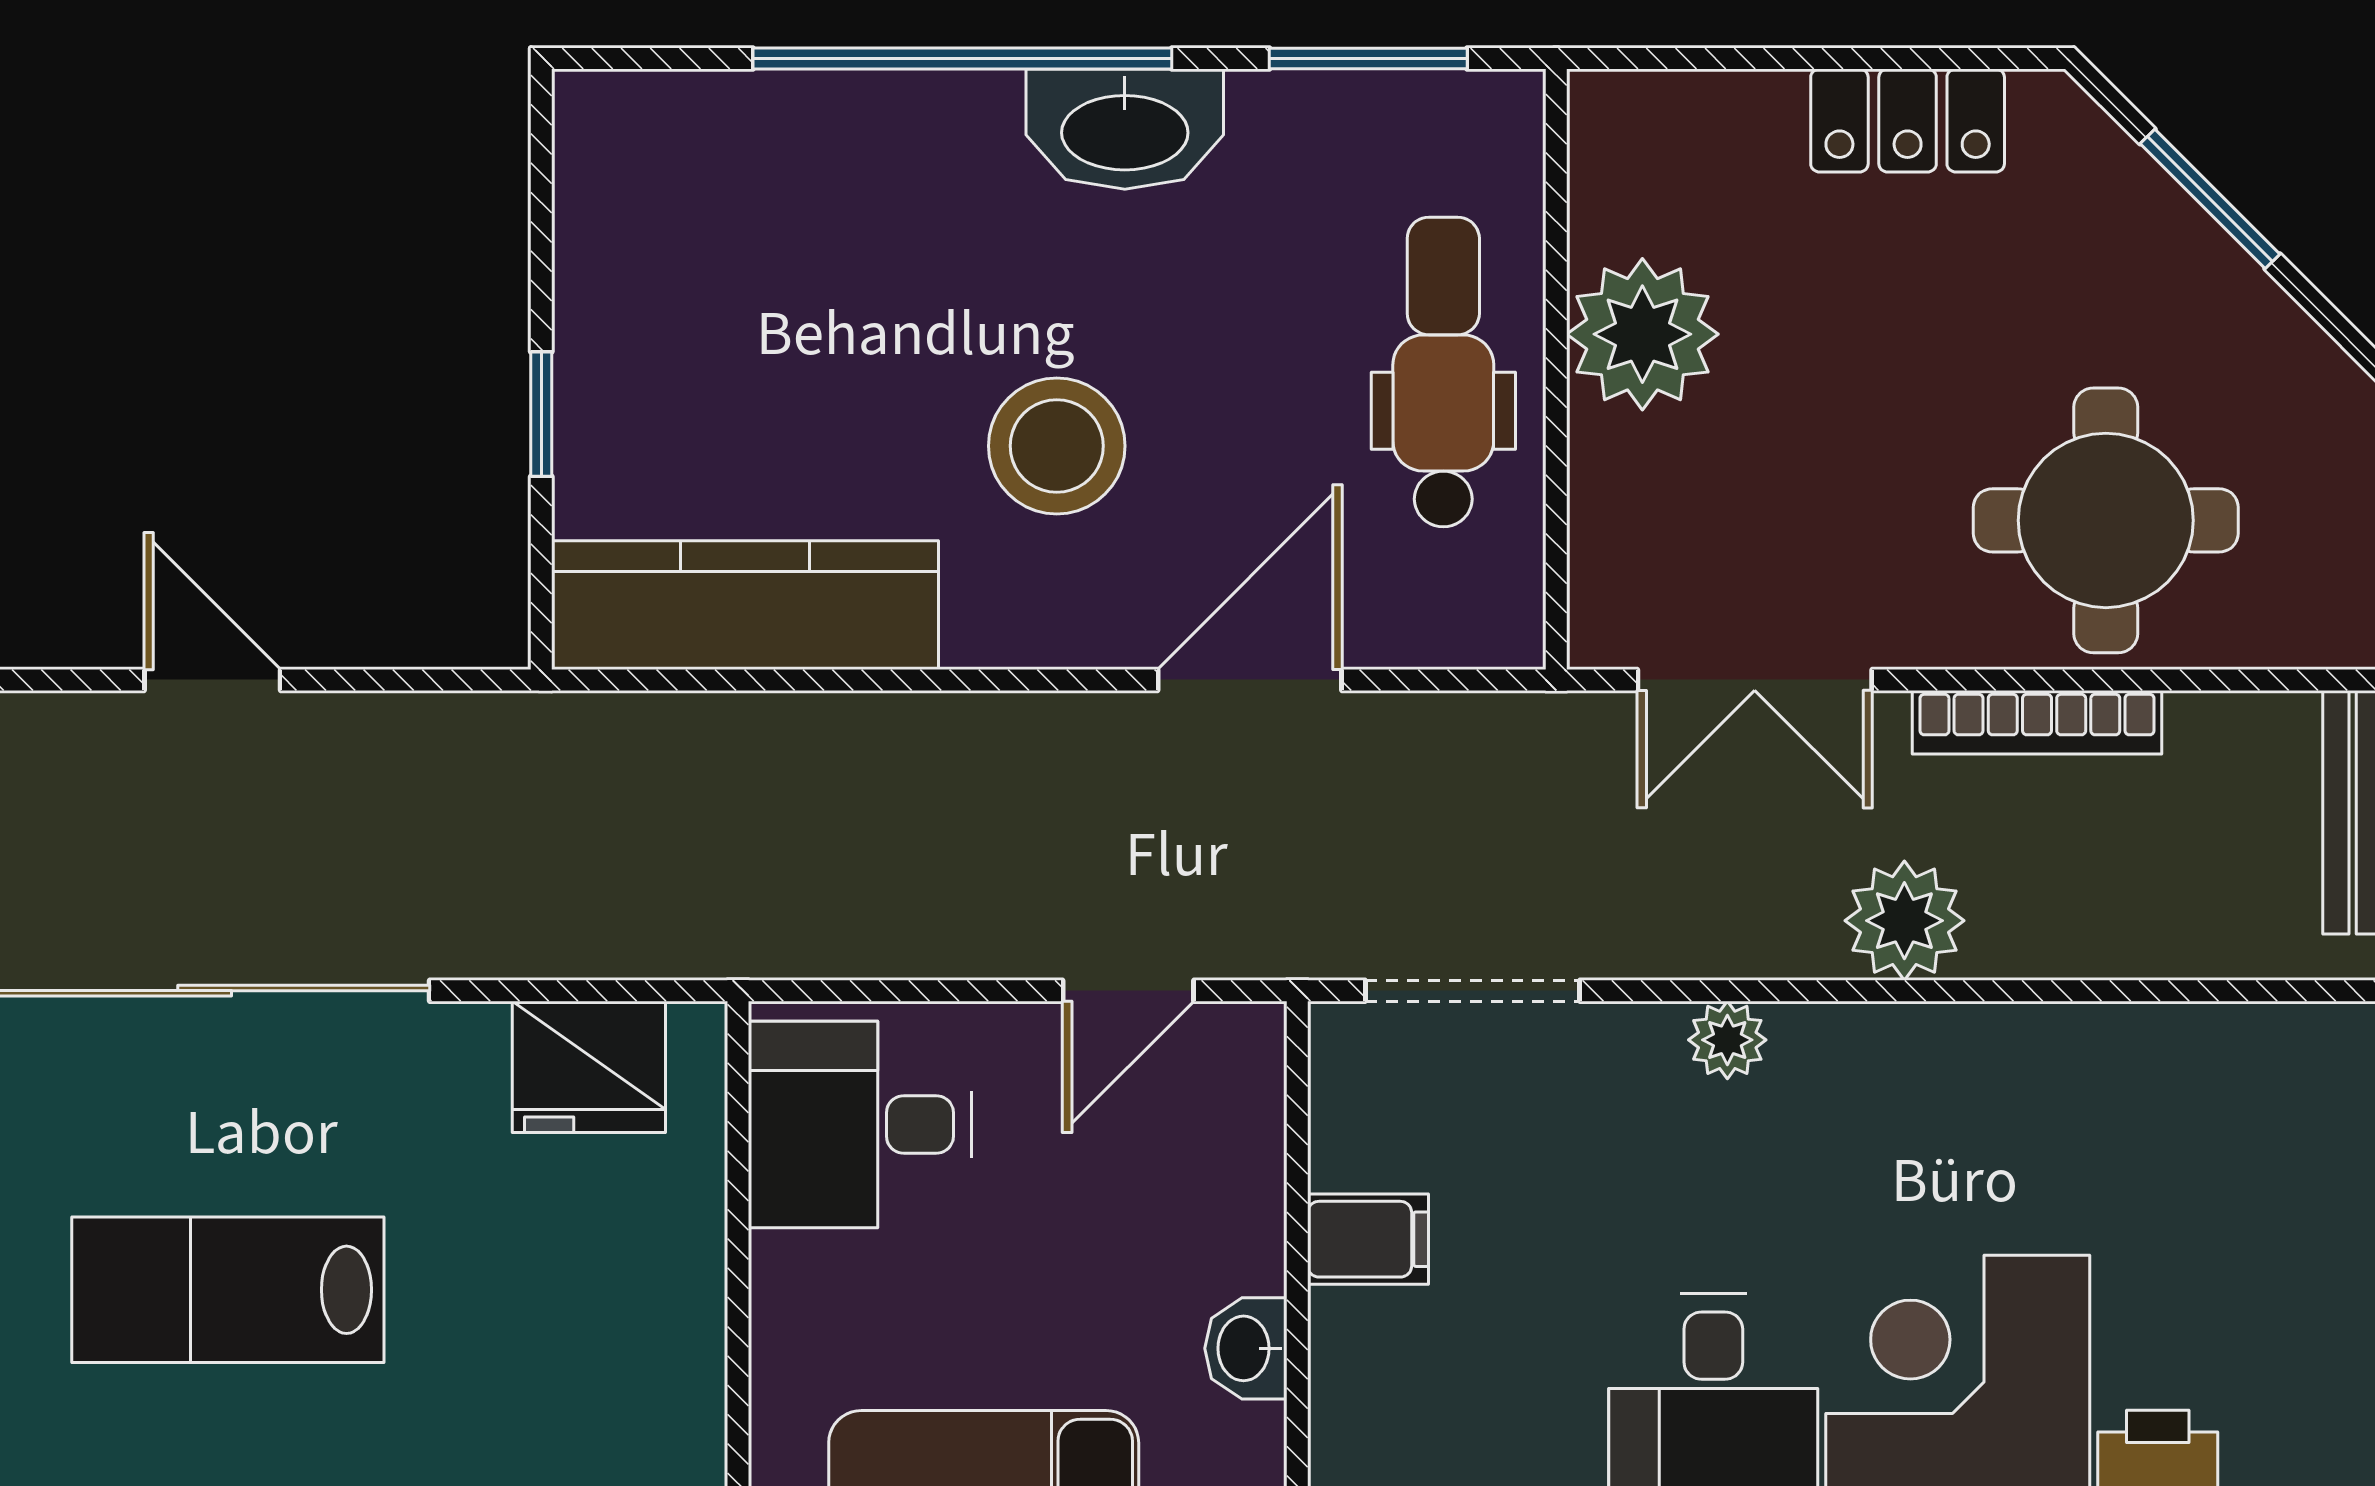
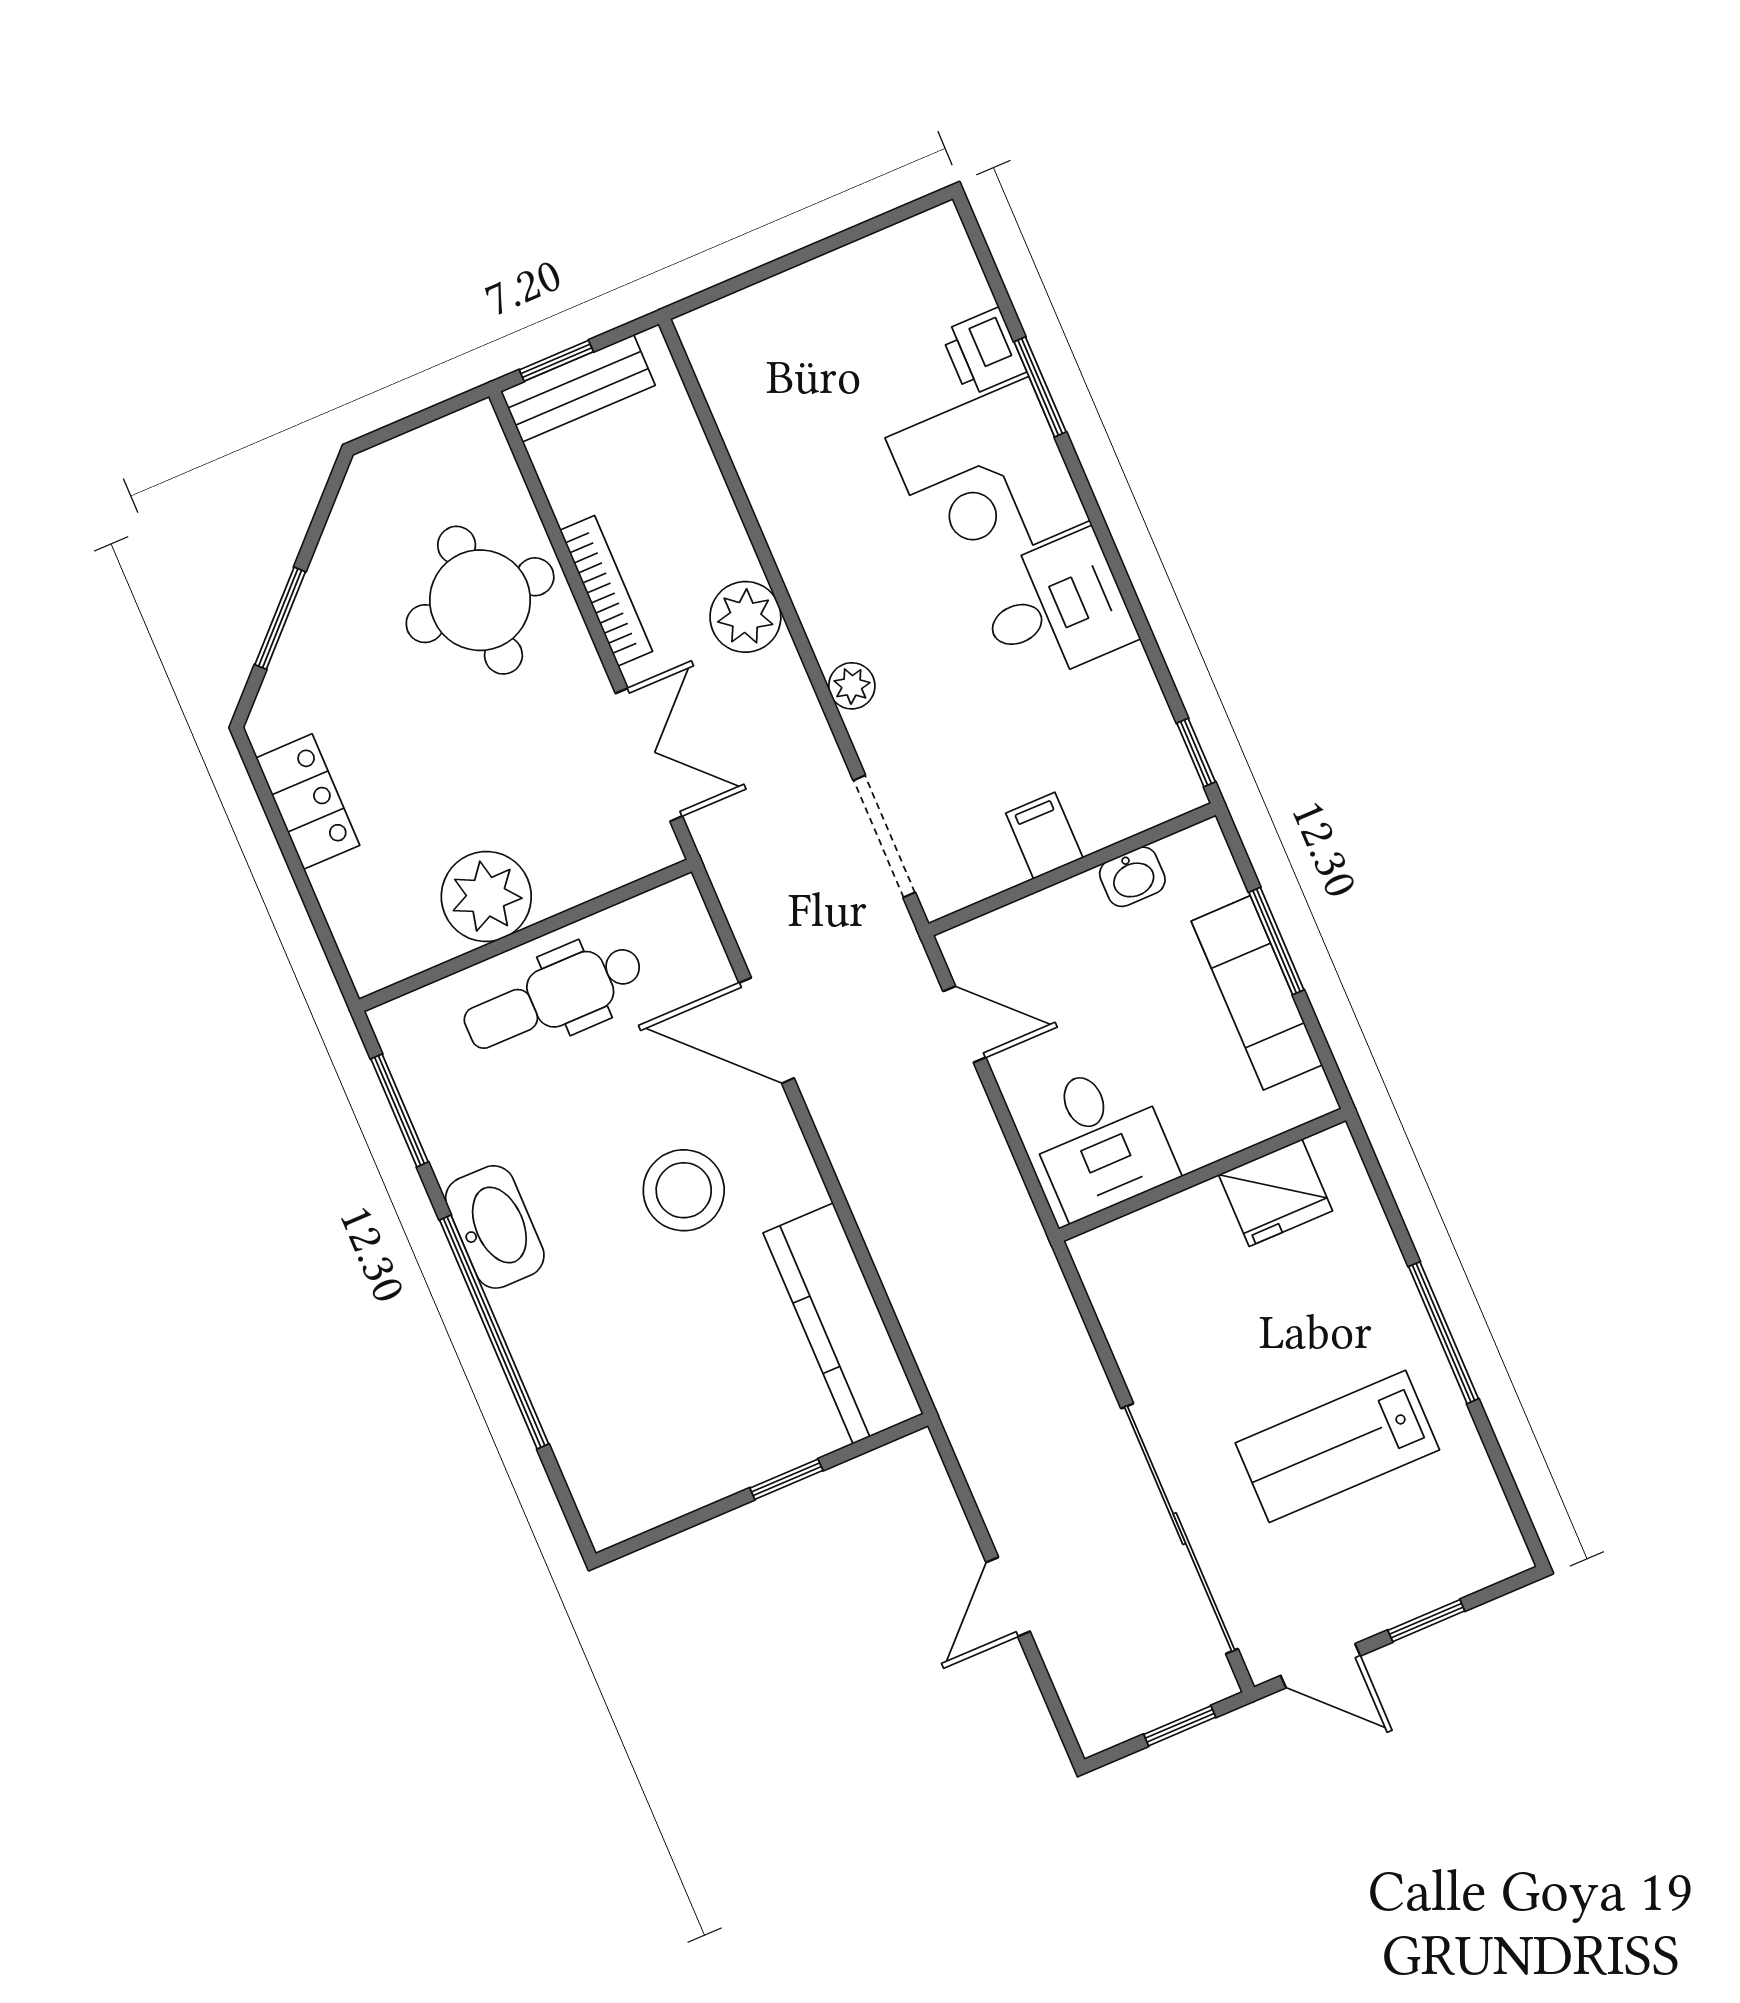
fridge: (589, 1067) -> (1275, 1193), moved, turned 90
lab bench: (228, 1290) -> (1337, 1446), turned 90

